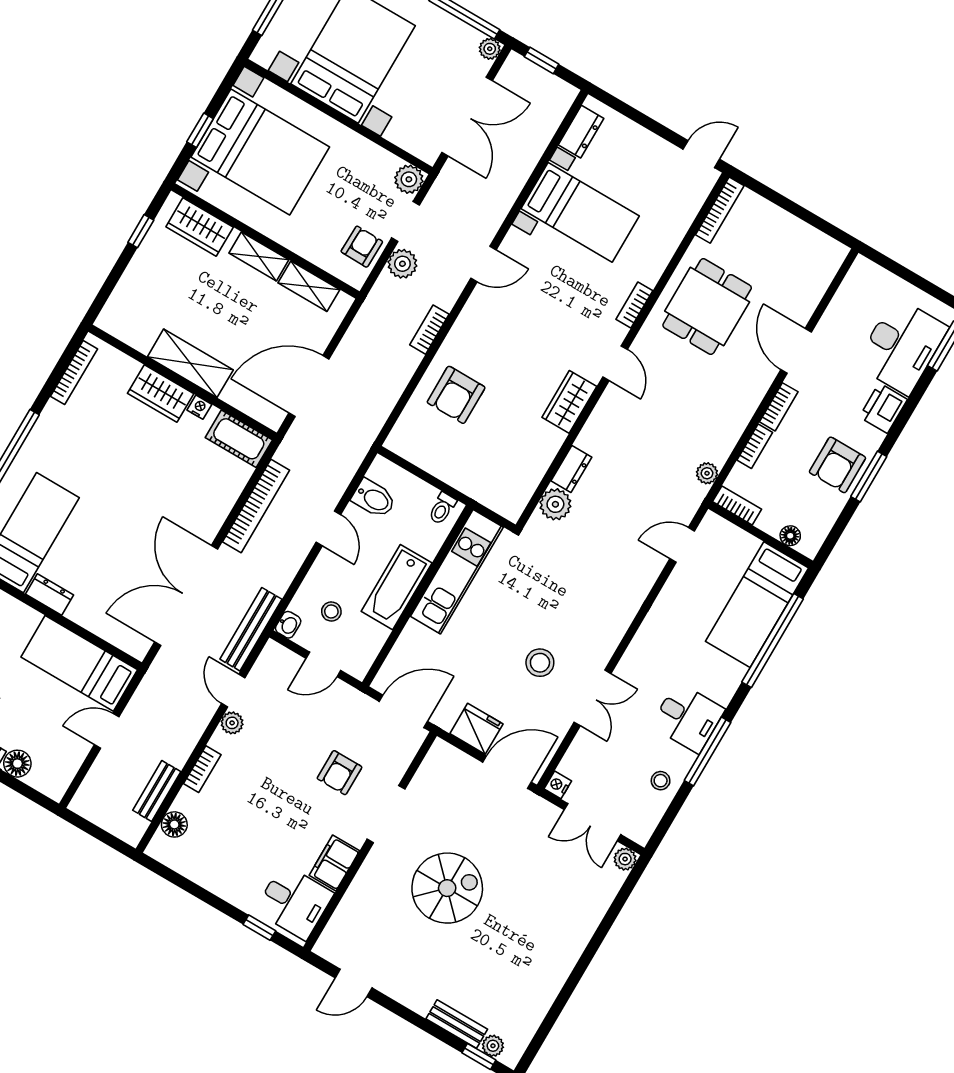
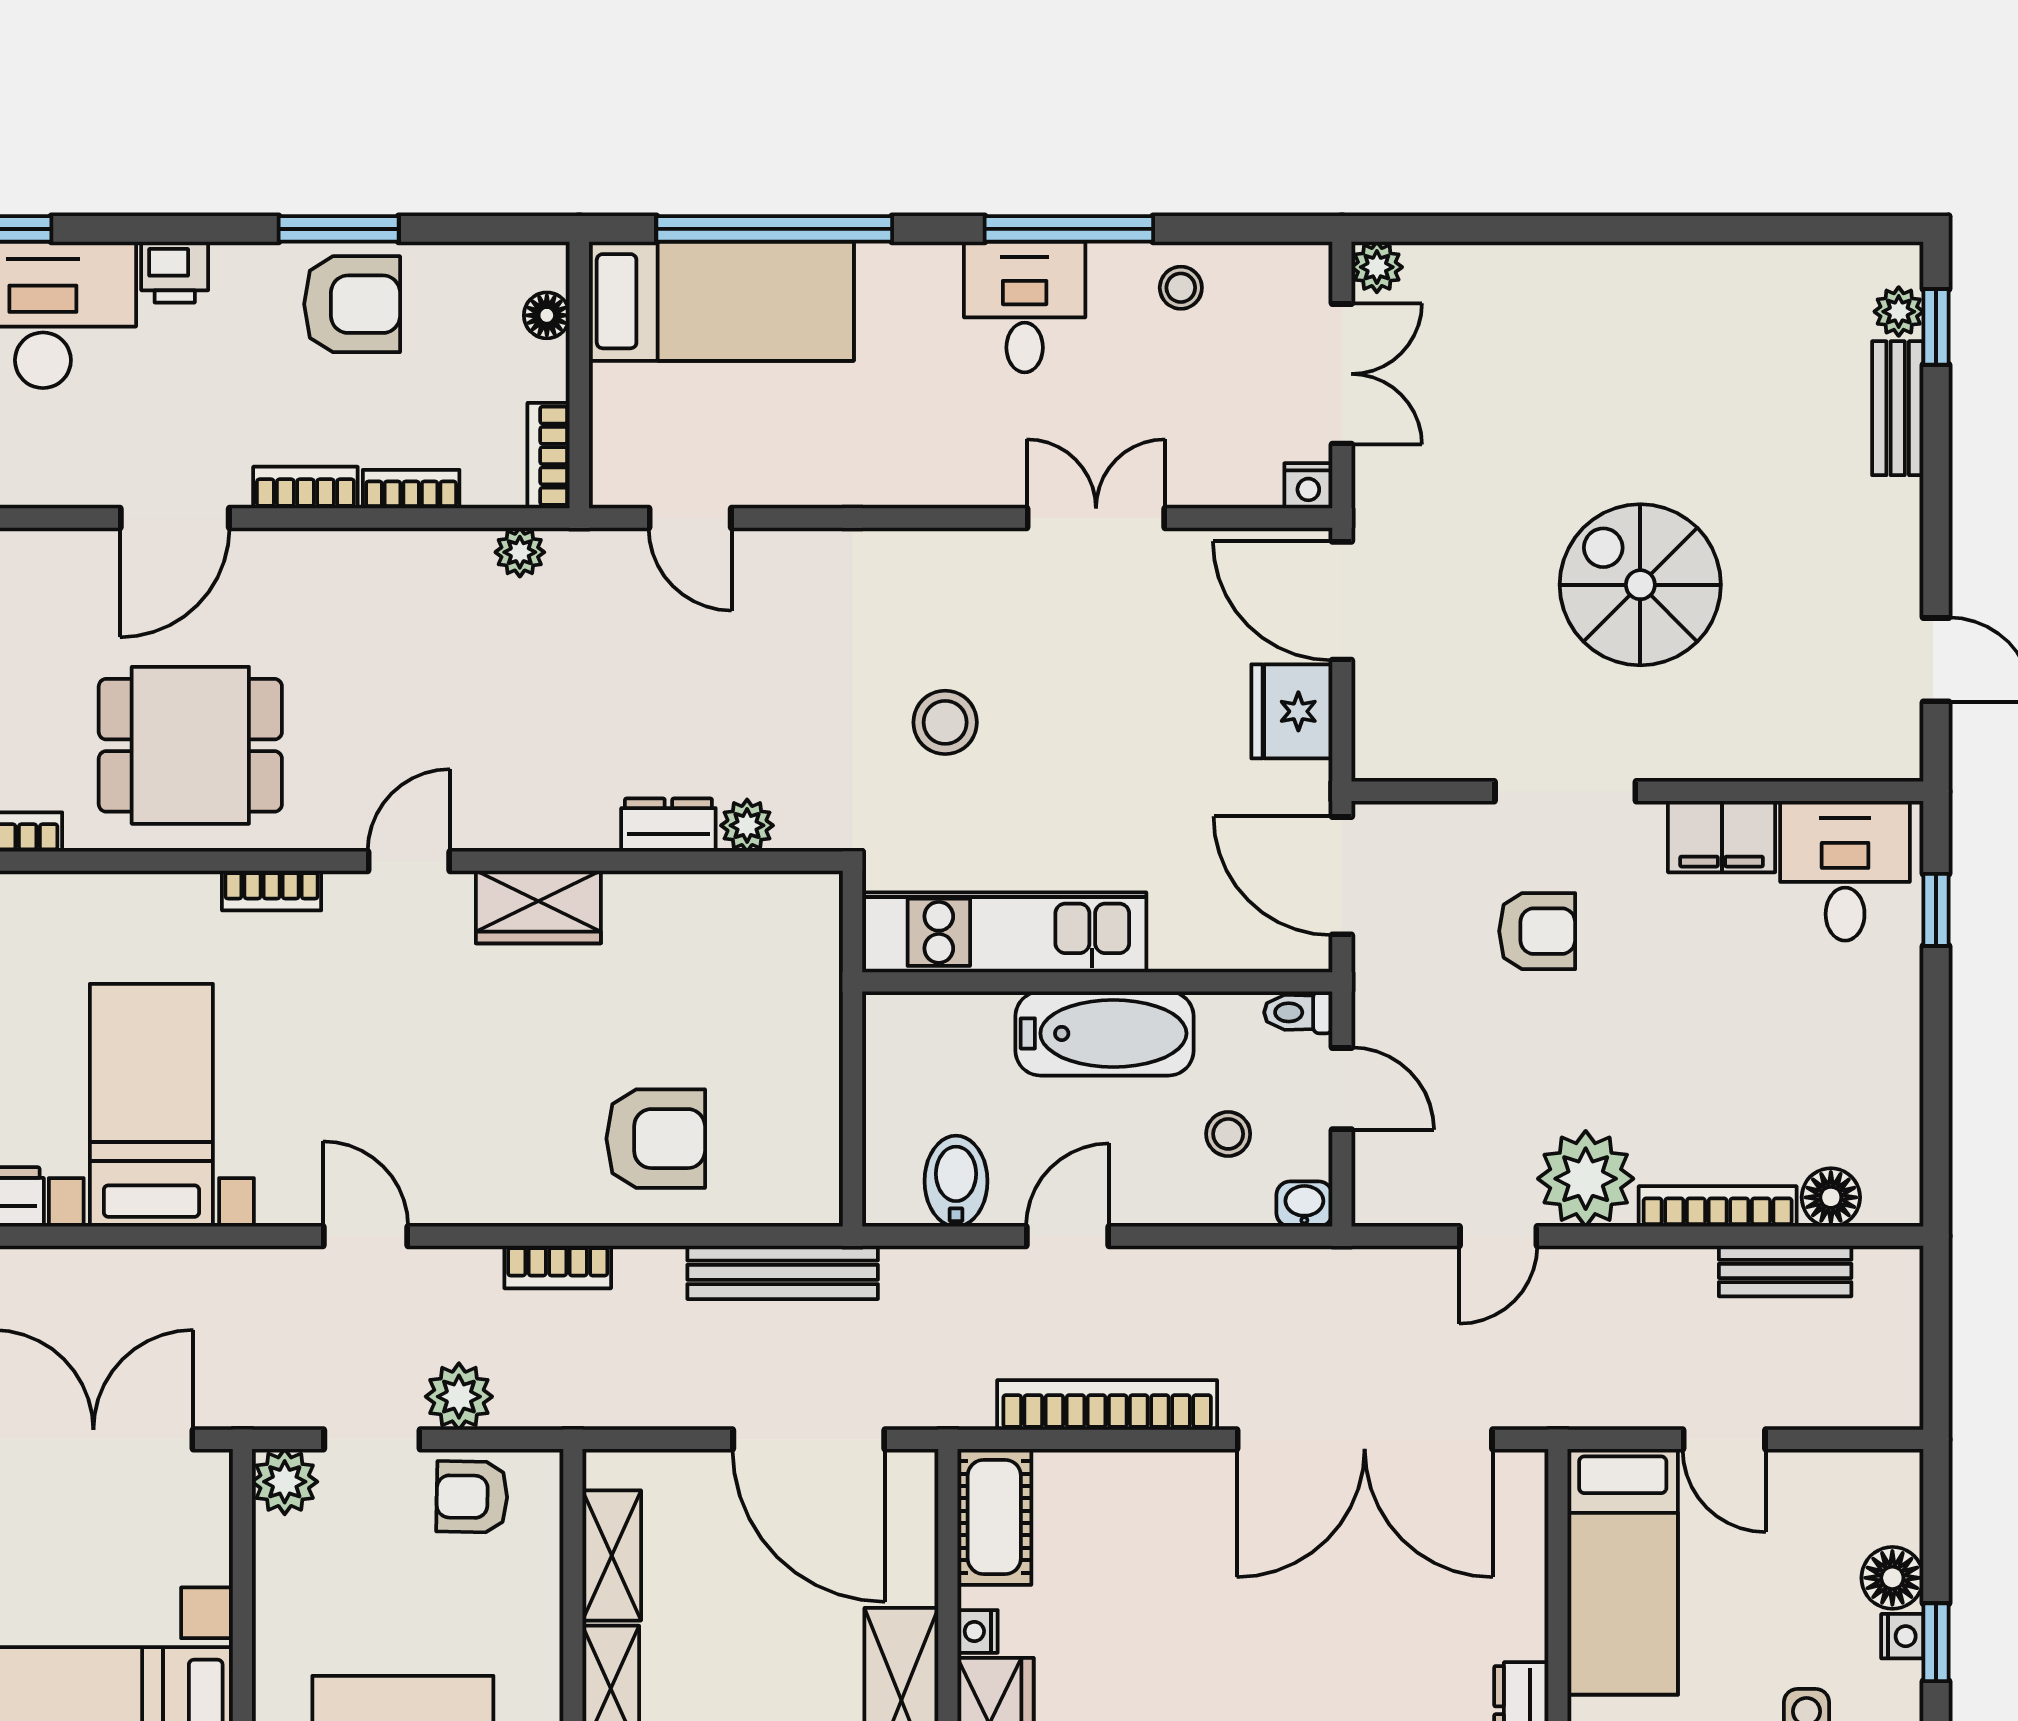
printer: (883, 408) -> (175, 272), width x0.73, depth x0.81
plant: (555, 504) -> (747, 825), width x0.73, depth x0.73
toilet: (442, 508) -> (1298, 1012), moved, turned 180
bench: (251, 629) -> (783, 1272), moved
stool: (540, 663) -> (945, 722), moved
plant: (232, 723) -> (1586, 1179), width x1.87, depth x1.87
bookcase: (202, 769) -> (1718, 1206), width x1.56

